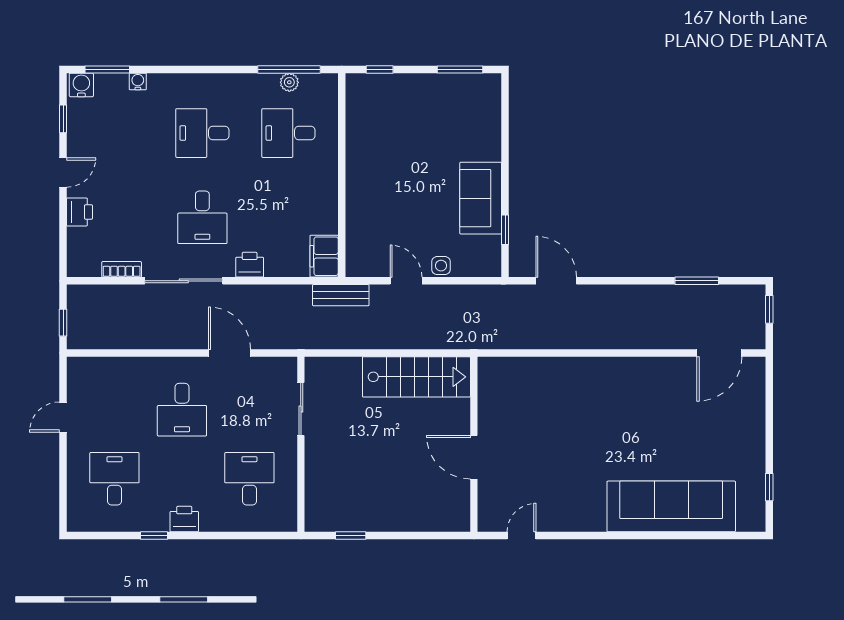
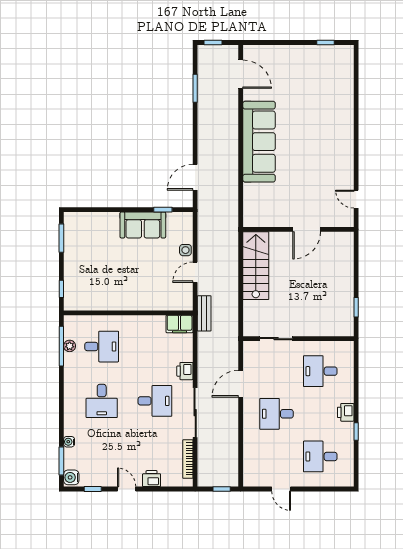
desk: (288, 133) -> (102, 347), turned -90
bookcase: (122, 269) -> (188, 459), width x1.56
desk: (182, 410) -> (277, 414), turned 180
sofa: (671, 506) -> (259, 142), moved, turned 180

